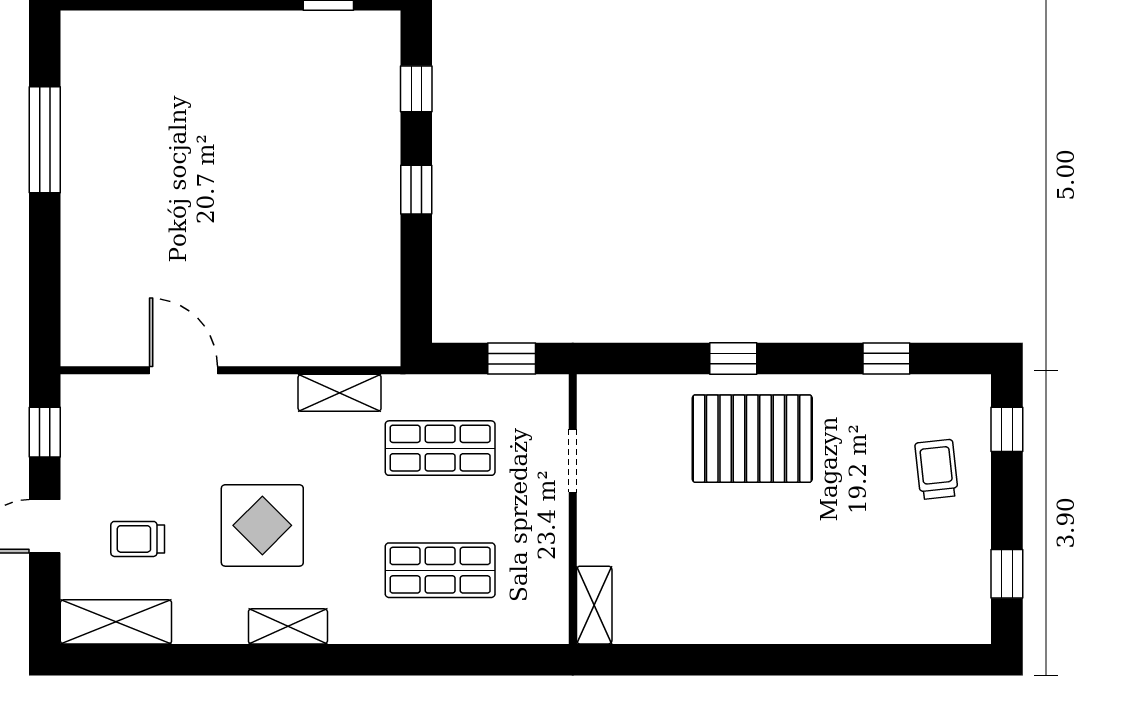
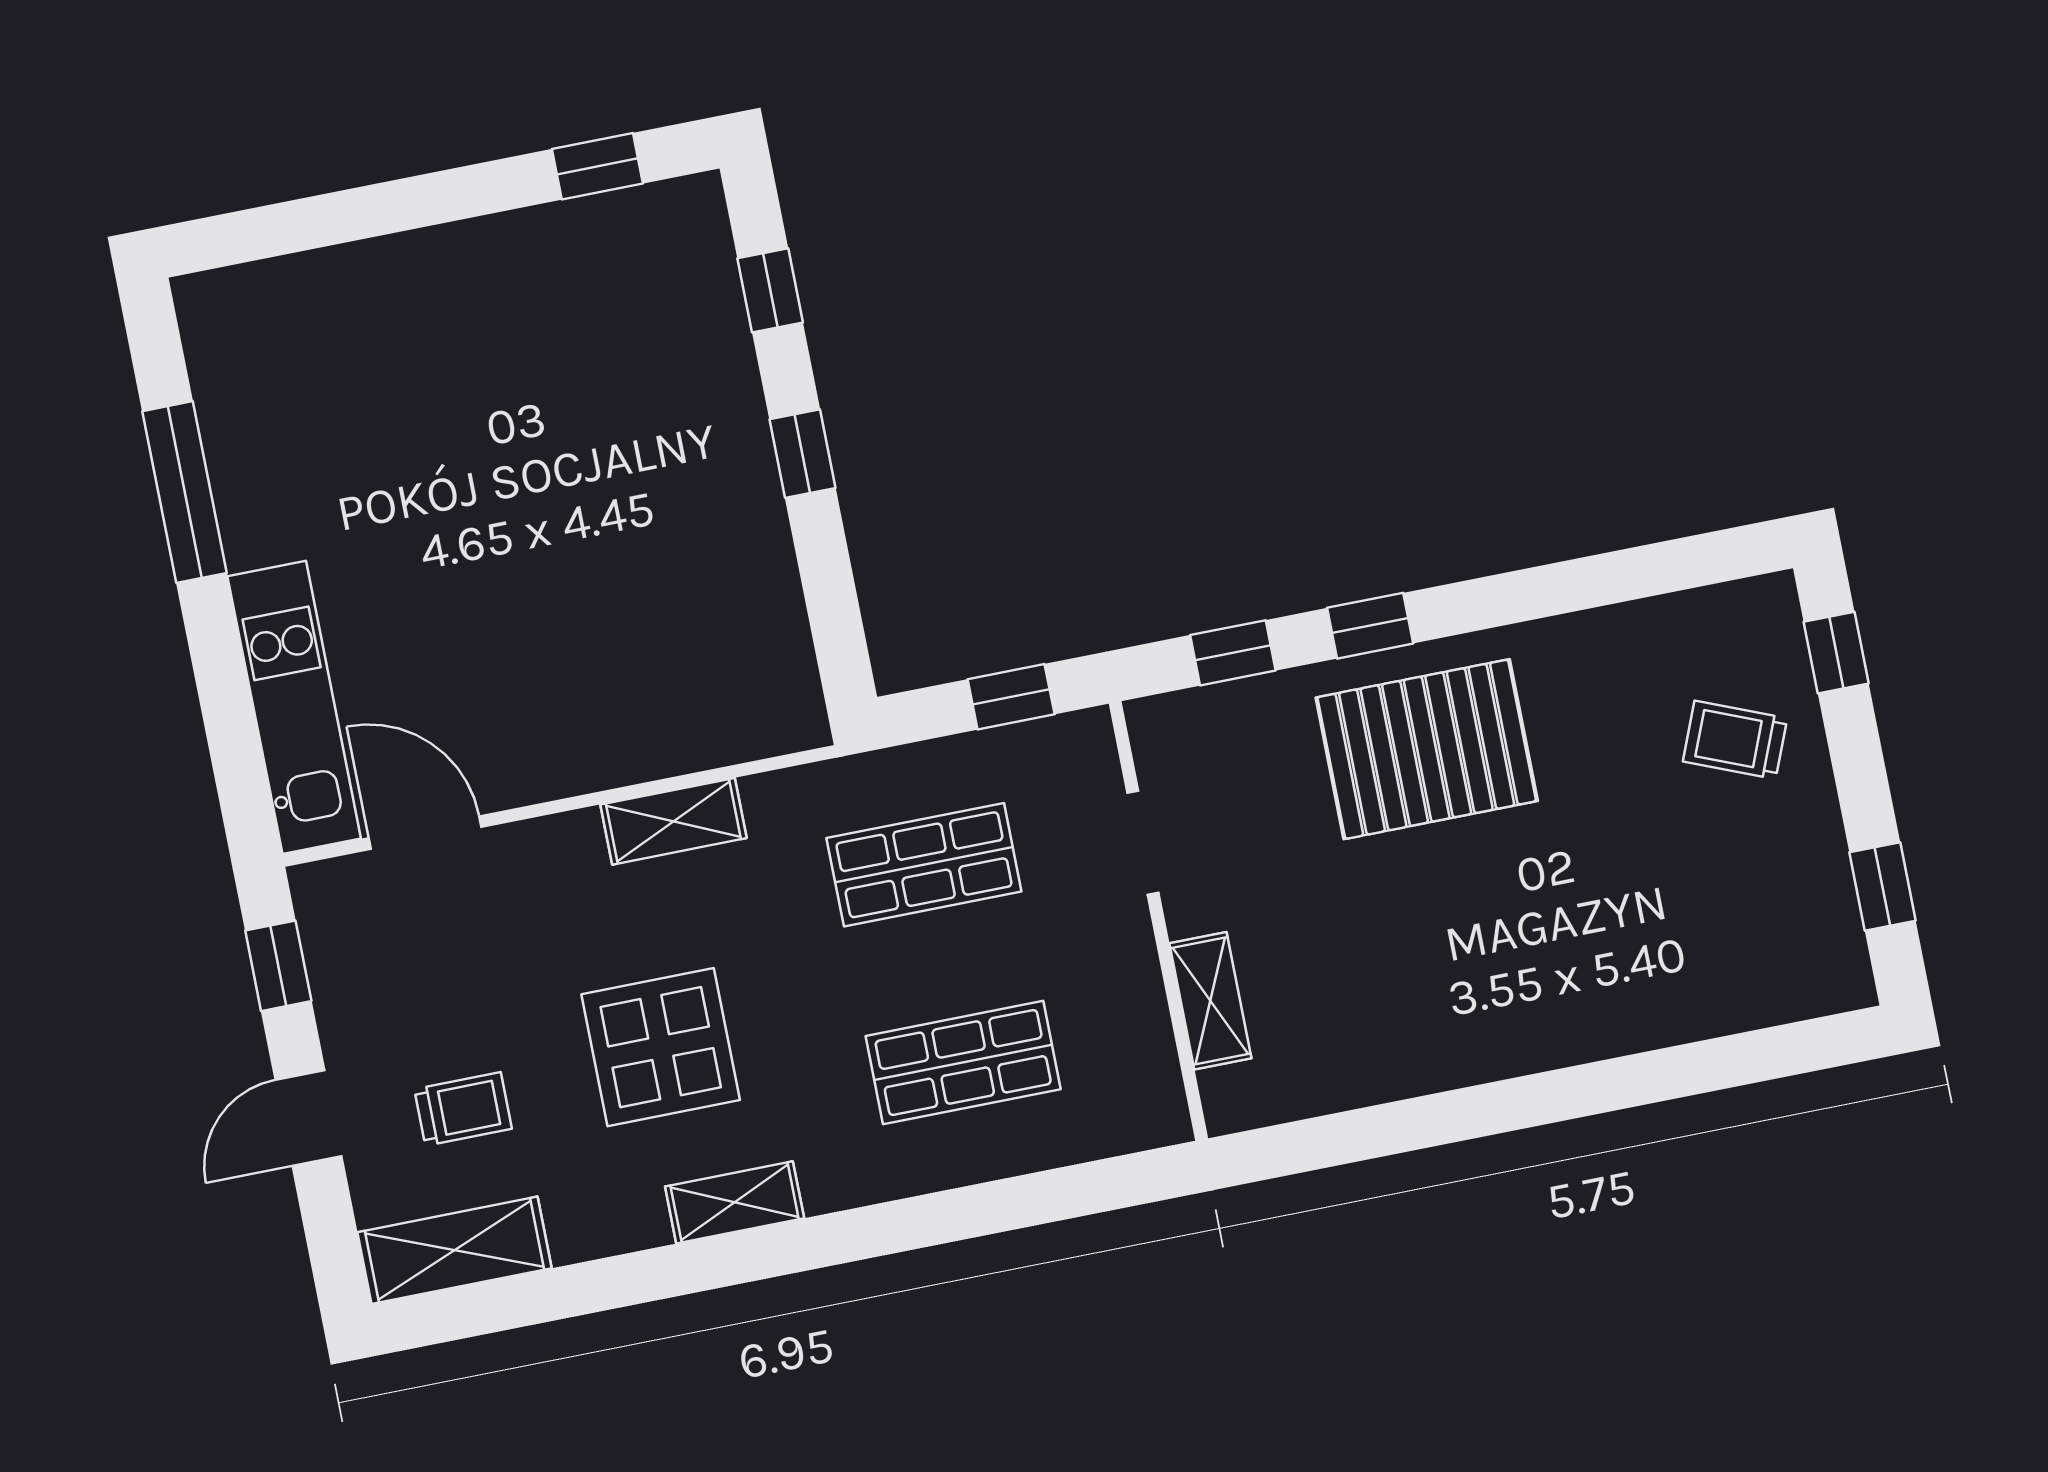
kitchen unit: (85, 281) -> (294, 707), added
window: (886, 359) -> (1233, 653), moved
door: (183, 370) -> (425, 833), moved
shelving: (340, 393) -> (673, 821), moved
trolley: (937, 469) -> (1735, 740), turned -62
trolley: (138, 539) -> (463, 1109), turned 180
shelving: (594, 605) -> (1210, 1001), moved

